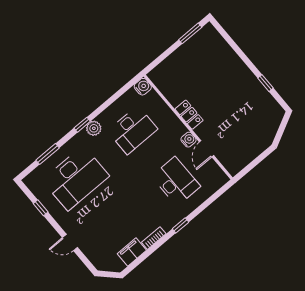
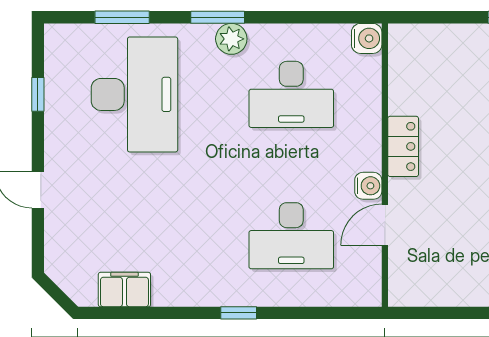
window: (82, 125) -> (218, 17), width x1.50
desk: (76, 178) -> (134, 94), turned -90
desk: (176, 181) -> (291, 236), turned 90
bookcase: (154, 238) -> (178, 297), removed

